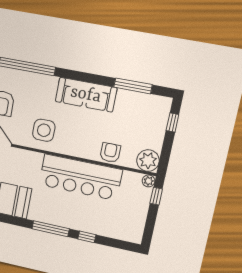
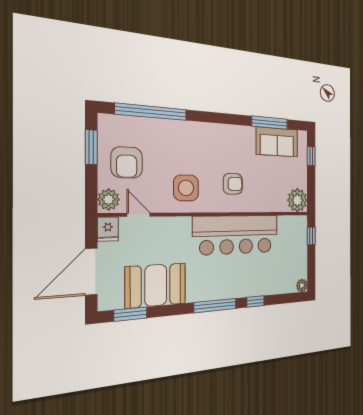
sofa: (86, 95) -> (277, 142), moved, width x0.73
armchair: (110, 153) -> (233, 184), moved, turned 90
plant: (149, 181) -> (302, 285), moved

